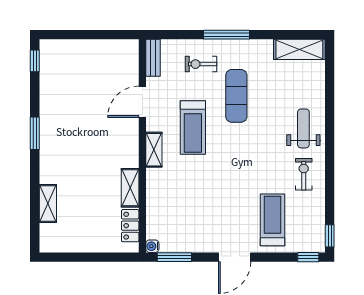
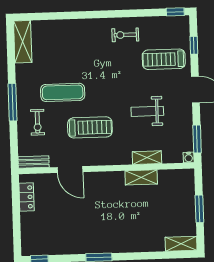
weight bench: (303, 128) -> (147, 111), moved
shelving: (154, 150) -> (147, 158), moved
shelving: (48, 203) -> (181, 244), moved
locker: (130, 226) -> (26, 197), moved, turned -90
window: (90, 257) -> (199, 209), added
window: (308, 257) -> (194, 45), moved

